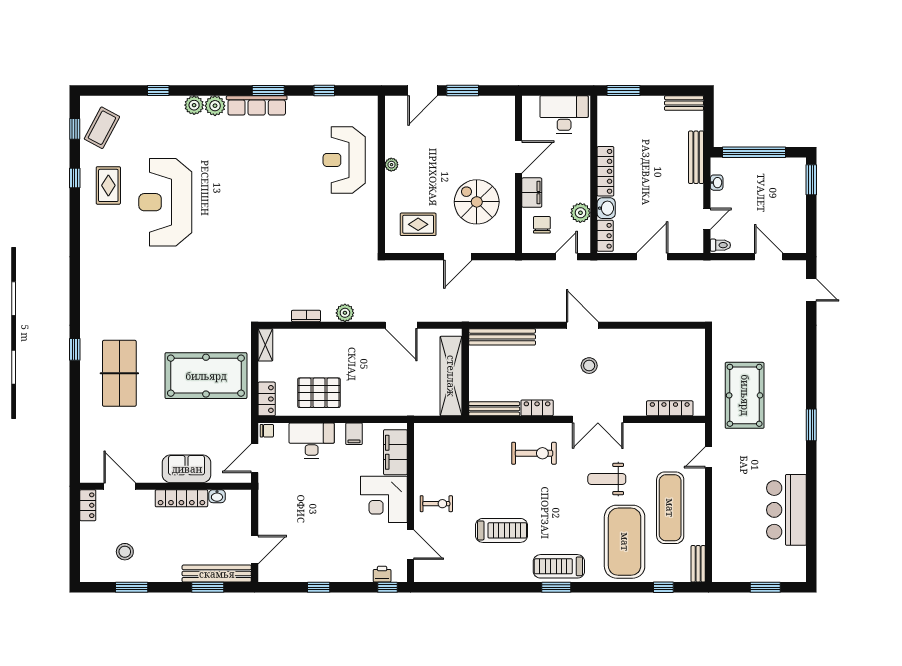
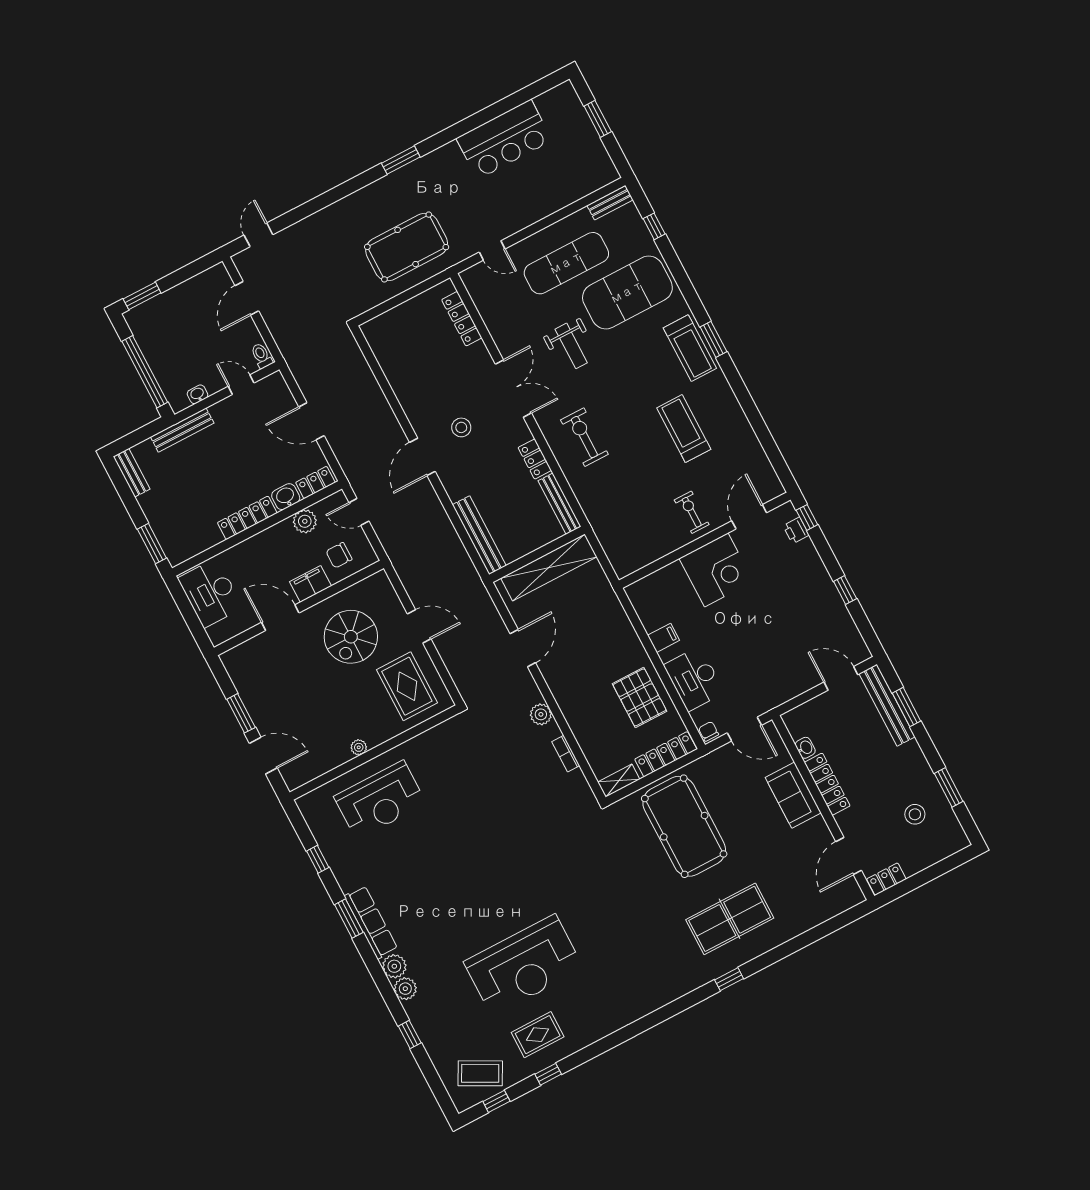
rug: (418, 224) -> (407, 686), width x1.36, depth x1.43
locker: (267, 399) -> (666, 754), width x1.53
filing cabinet: (395, 452) -> (660, 584), removed

